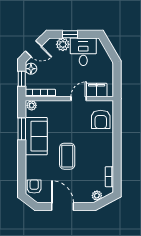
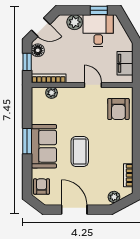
window: (70, 34) -> (99, 10), moved
filing cabinet: (97, 90) -> (125, 63), moved, turned -90
door: (79, 99) -> (93, 85), hinge flipped
plant: (32, 105) -> (52, 93), moved
window: (22, 129) -> (27, 141), moved
sofa: (36, 136) -> (44, 146), moved

